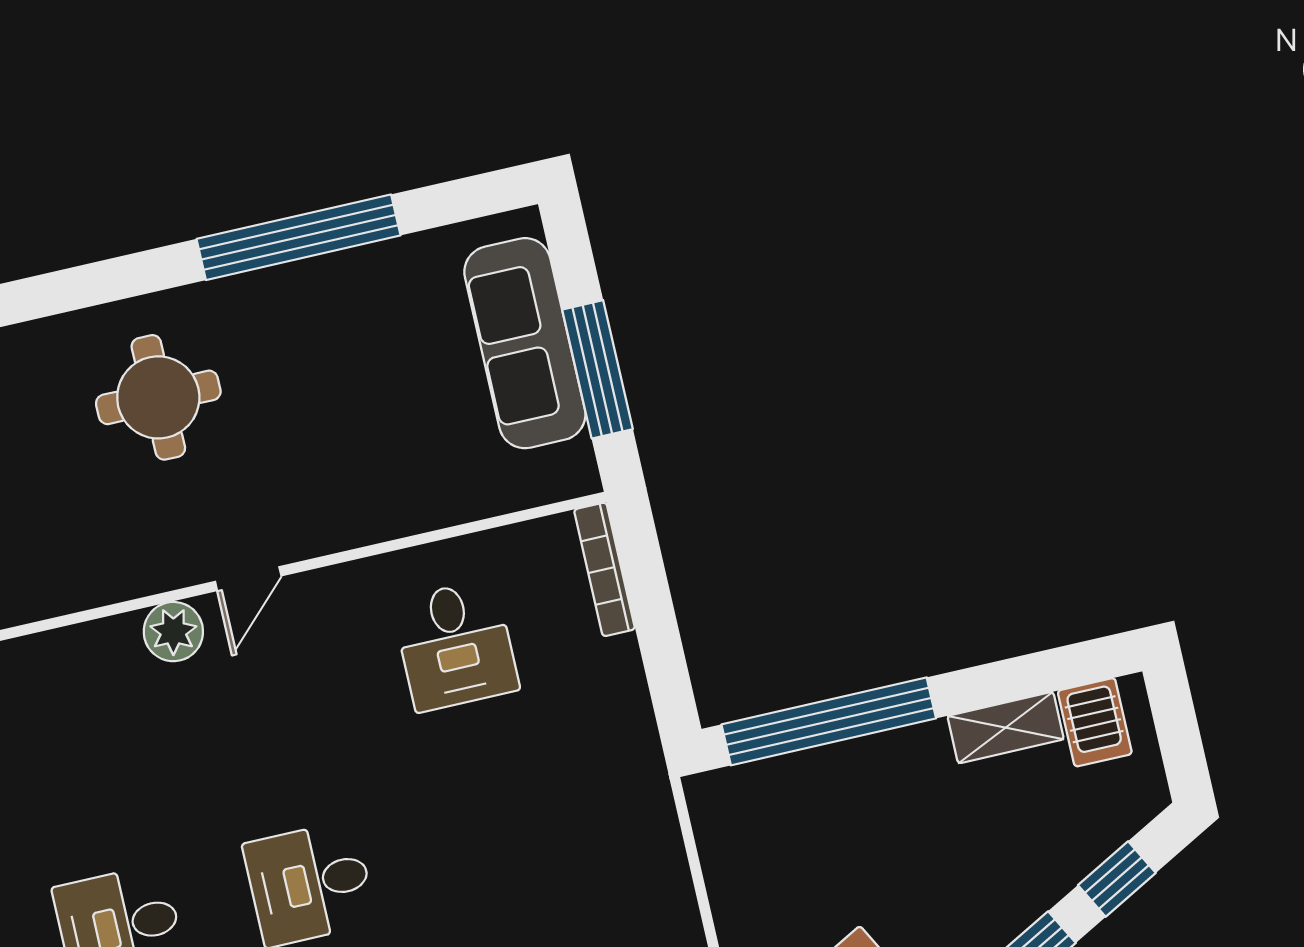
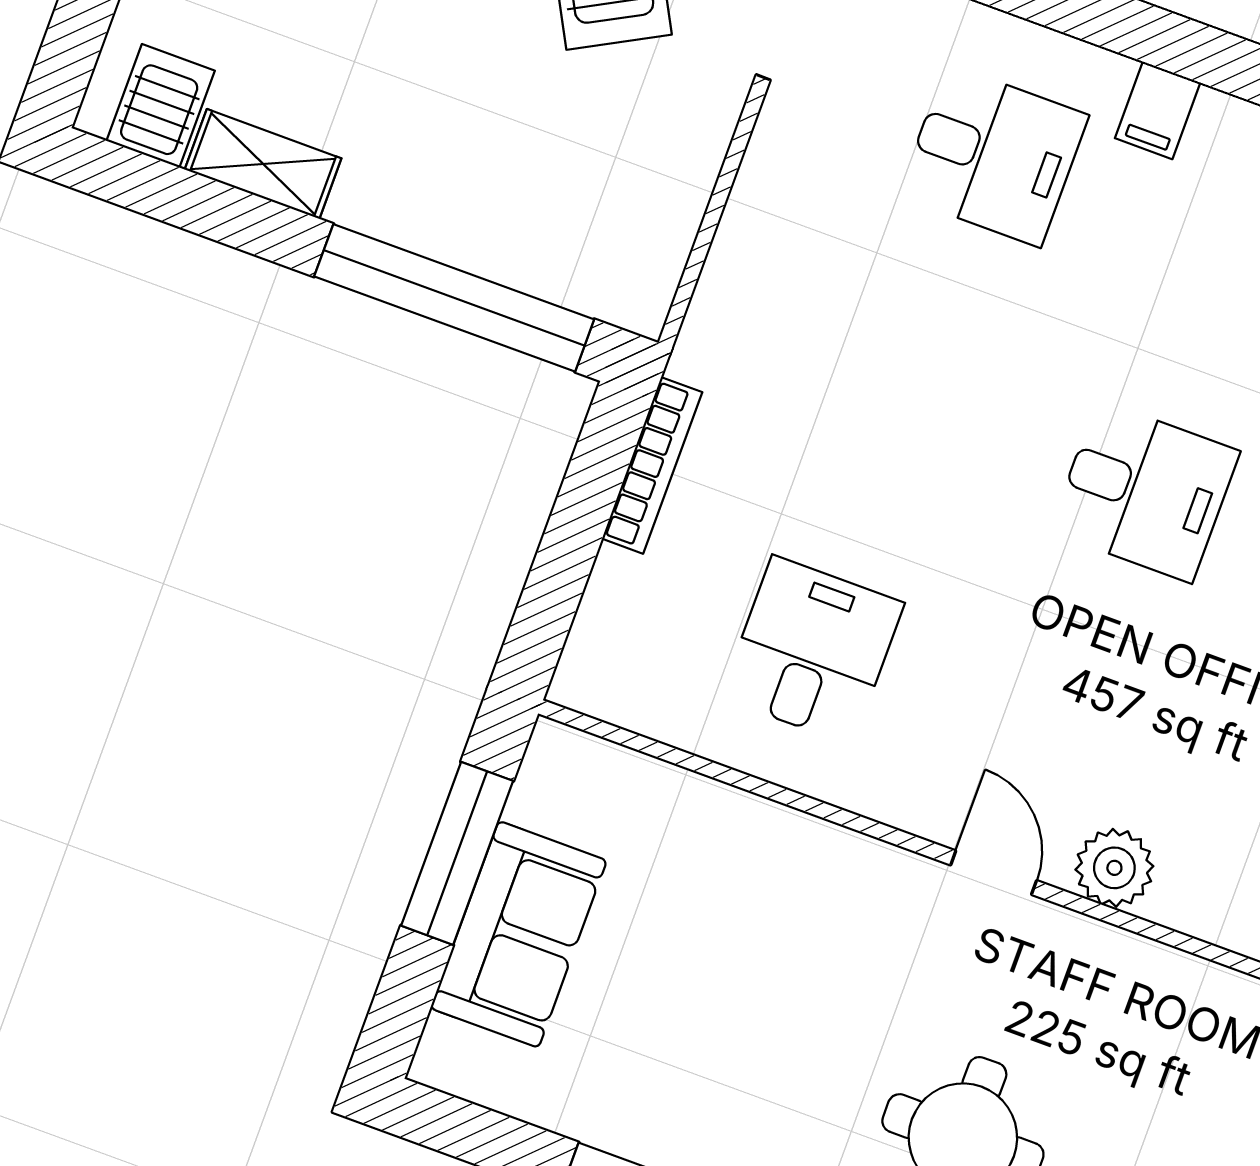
sofa: (525, 343) -> (519, 934), width x0.73
bookcase: (605, 569) -> (652, 465), moved
door: (248, 579) -> (994, 873), hinge flipped

